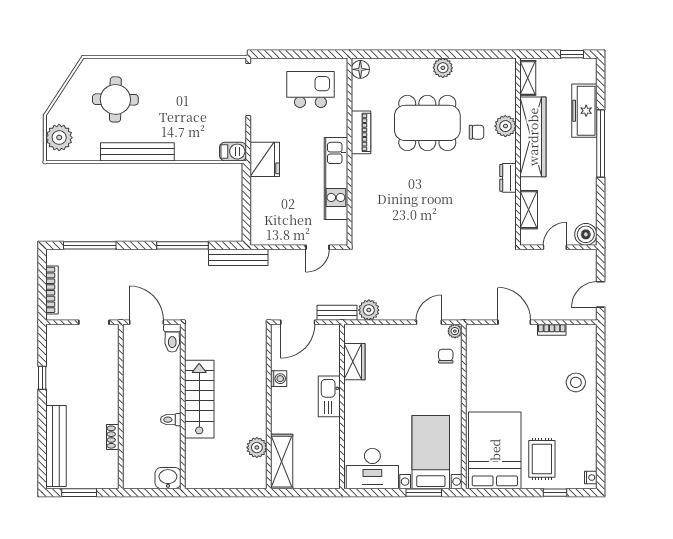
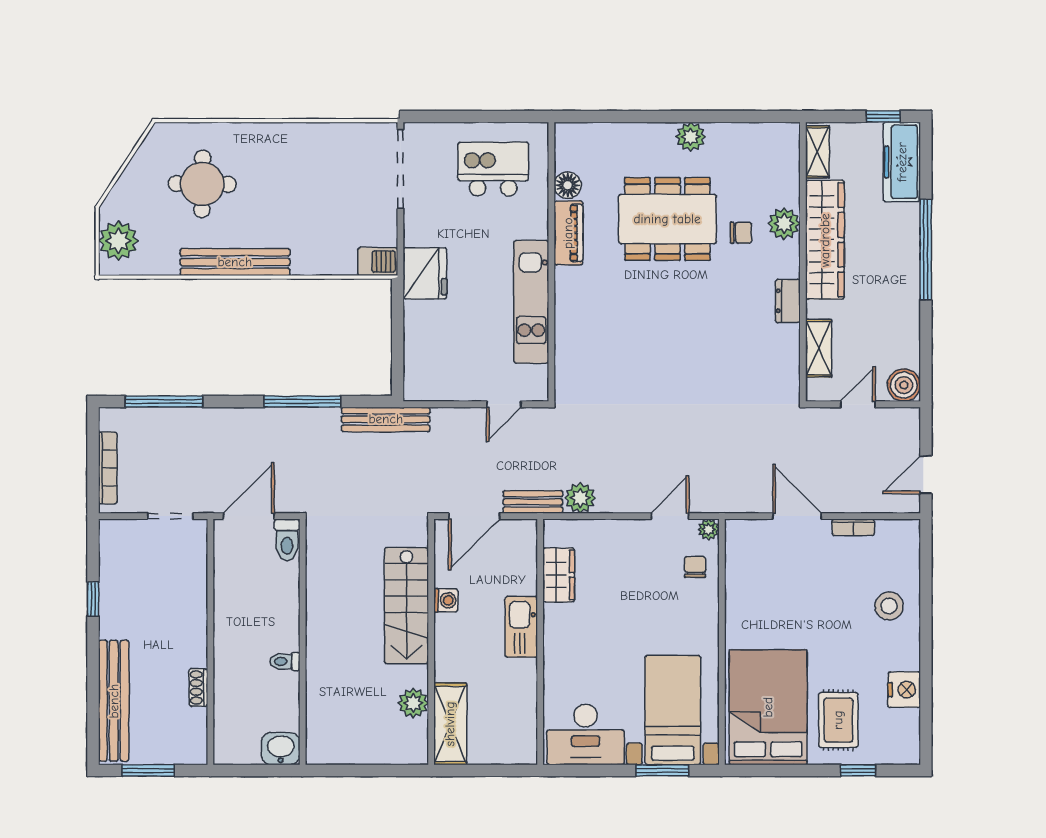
floor lamp: (360, 69) -> (568, 185), moved
freezer: (584, 111) -> (902, 162), moved
door: (146, 322) -> (249, 516), hinge flipped
stairs: (199, 399) -> (406, 606), moved, turned 180
nightstand: (591, 478) -> (904, 690), moved, width x1.89, depth x1.79

